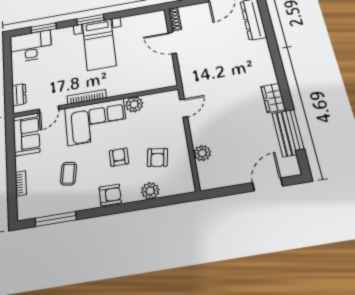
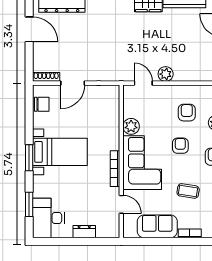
chair: (146, 20) -> (42, 104), added
dresser: (19, 95) -> (84, 232), moved
sofa: (26, 134) -> (157, 226), moved
plant: (202, 153) -> (166, 74), moved
armchair: (119, 157) -> (180, 146), turned 90
armchair: (157, 157) -> (187, 113), turned -99

